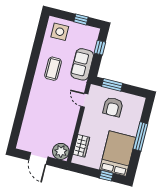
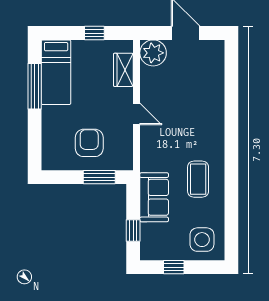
door: (84, 100) -> (136, 114), moved
window: (140, 136) -> (35, 86), moved
bed: (118, 153) -> (56, 72), width x0.67
window: (106, 176) -> (94, 33), moved

